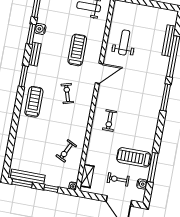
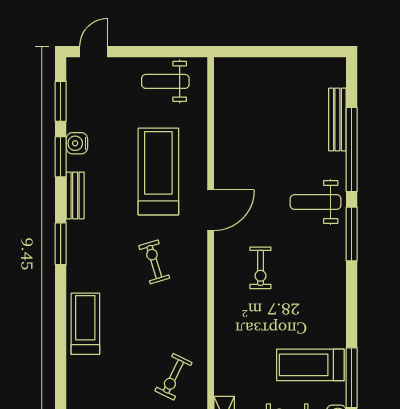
weight bench: (124, 42) -> (316, 202), moved, turned -90
treadmill: (77, 50) -> (158, 171), width x1.37, depth x1.38
treadmill: (34, 102) -> (85, 324), moved
exercise bike: (110, 120) -> (260, 268), moved

